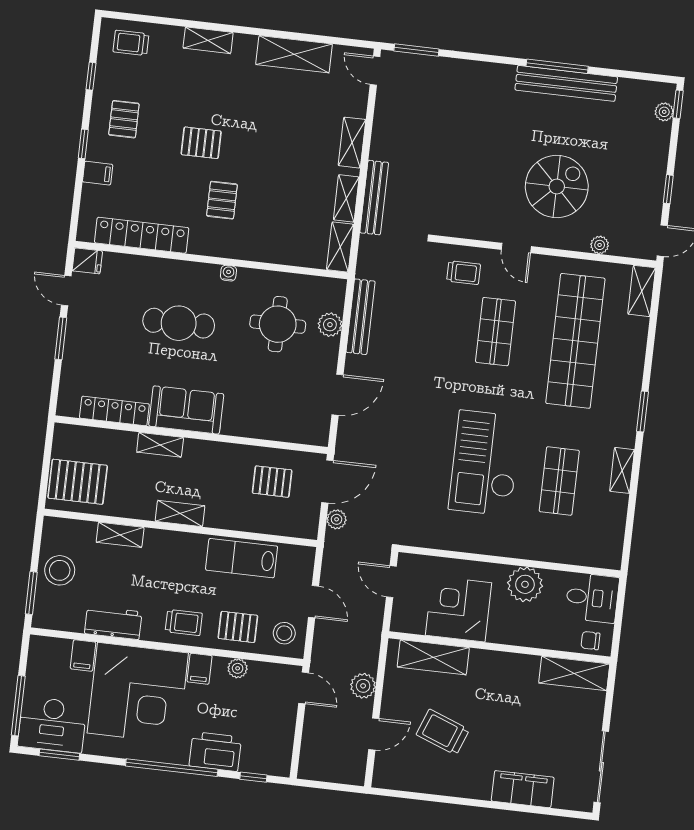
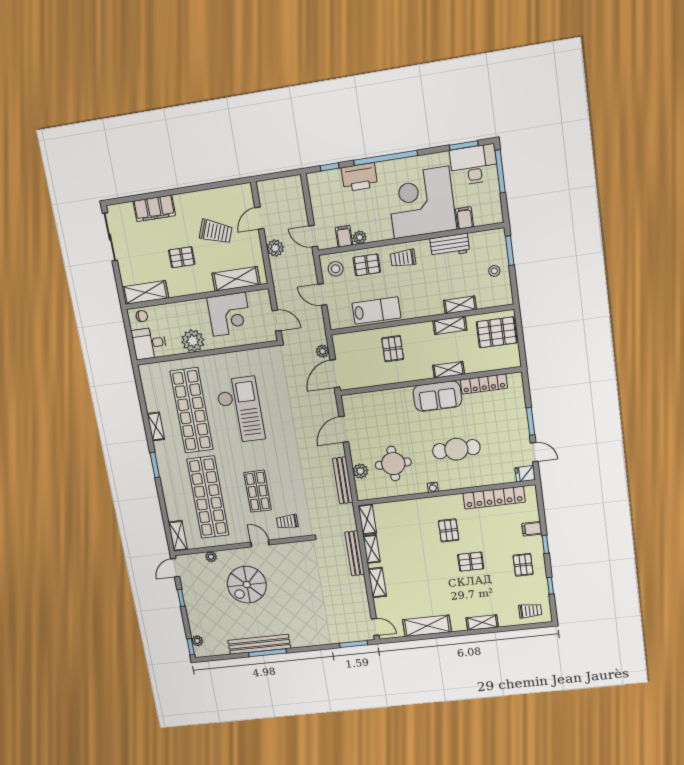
shop shelf: (559, 481) -> (192, 410), width x2.00, depth x1.36
pallet: (272, 482) -> (393, 349), moved, turned 90
shelving: (180, 514) -> (450, 325), moved
stool: (60, 570) -> (494, 271), width x0.53, depth x0.53
filing cabinet: (200, 669) -> (344, 236), moved
pallet: (504, 710) -> (182, 257), added

